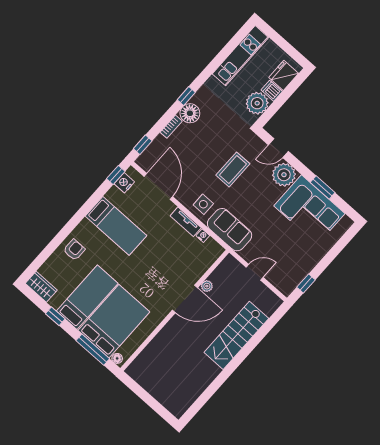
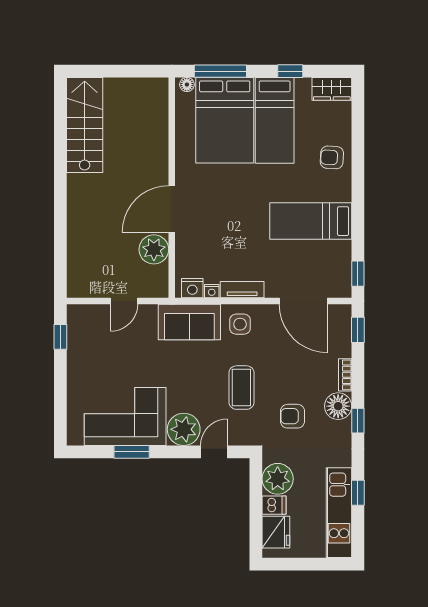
window: (221, 57) -> (358, 493), added
armchair: (219, 130) -> (292, 416), added
nightstand: (124, 183) -> (192, 288), moved, turned 90
armchair: (74, 250) -> (332, 157), turned 93
plant: (207, 286) -> (154, 249), width x1.88, depth x1.88
stairs: (236, 335) -> (85, 125), moved

